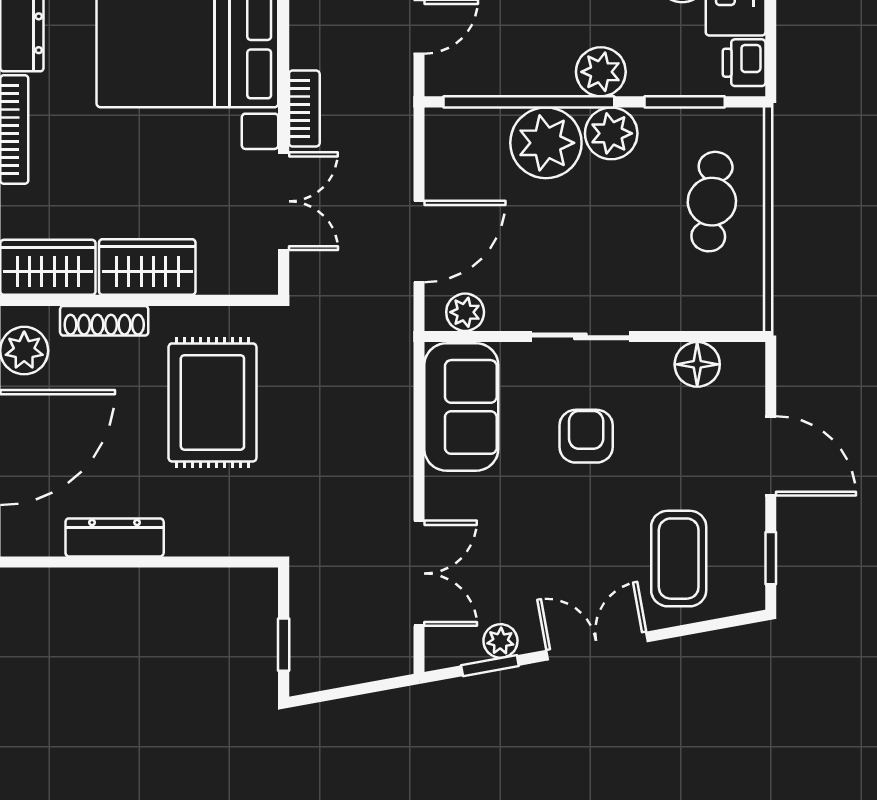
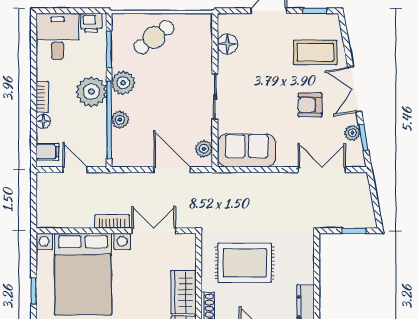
plant: (601, 72) -> (91, 92), width x1.36, depth x1.36
plant: (546, 143) -> (120, 120), width x0.53, depth x0.53
cafe table: (712, 202) -> (154, 37), turned -43
armchair: (586, 436) -> (310, 105), moved

